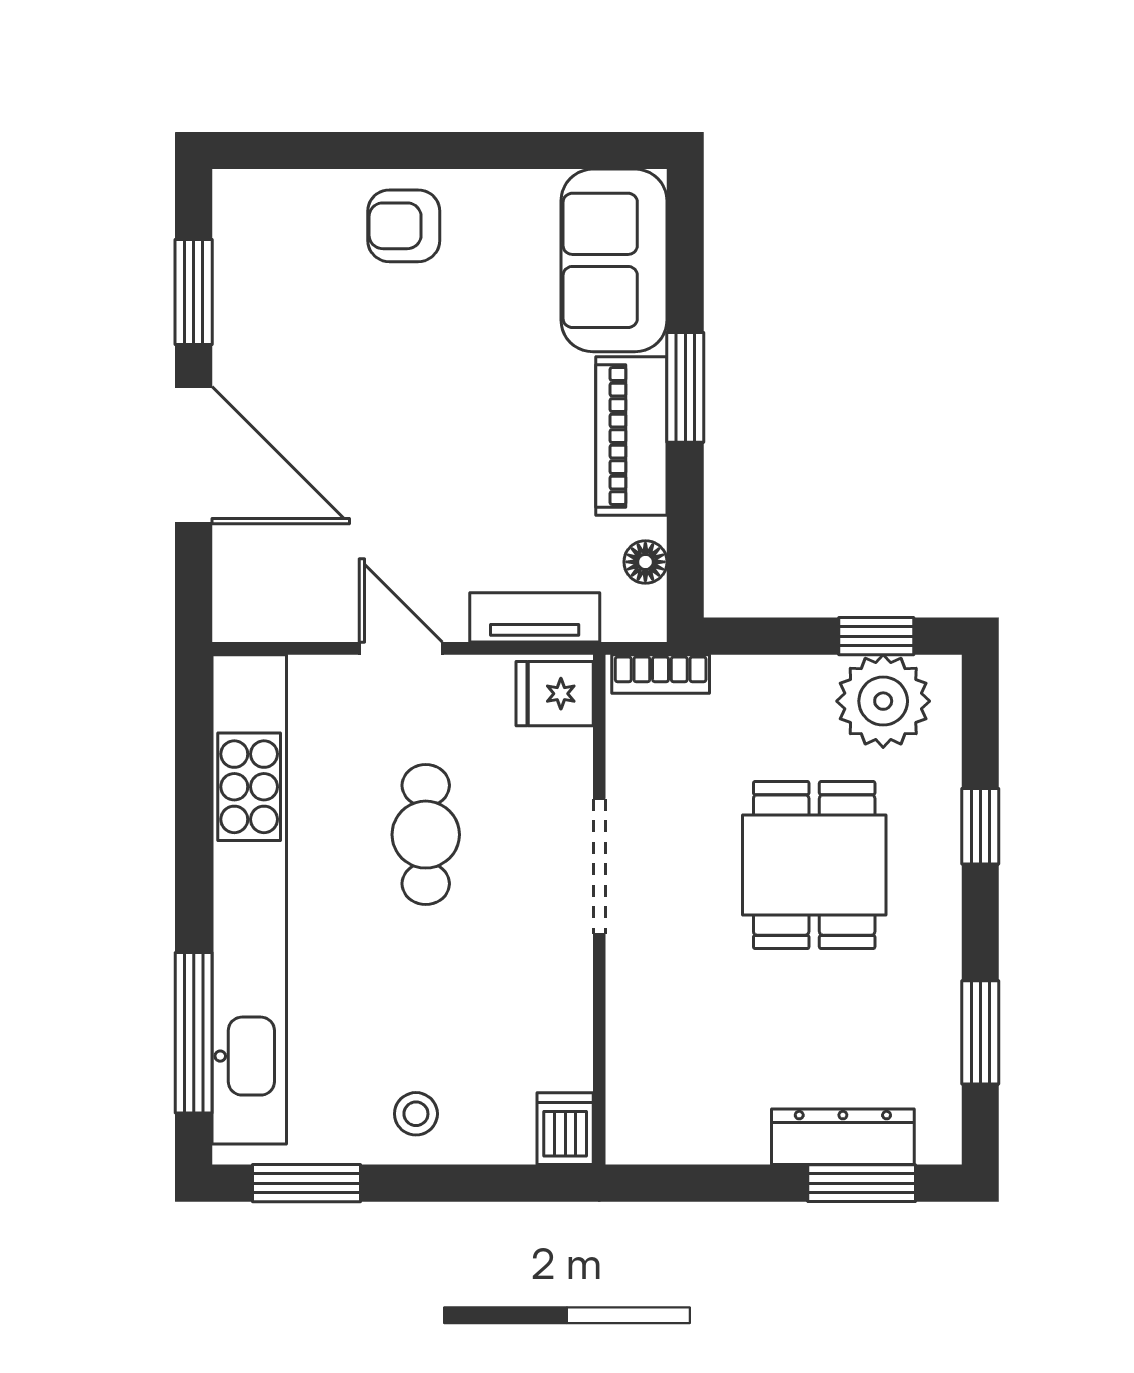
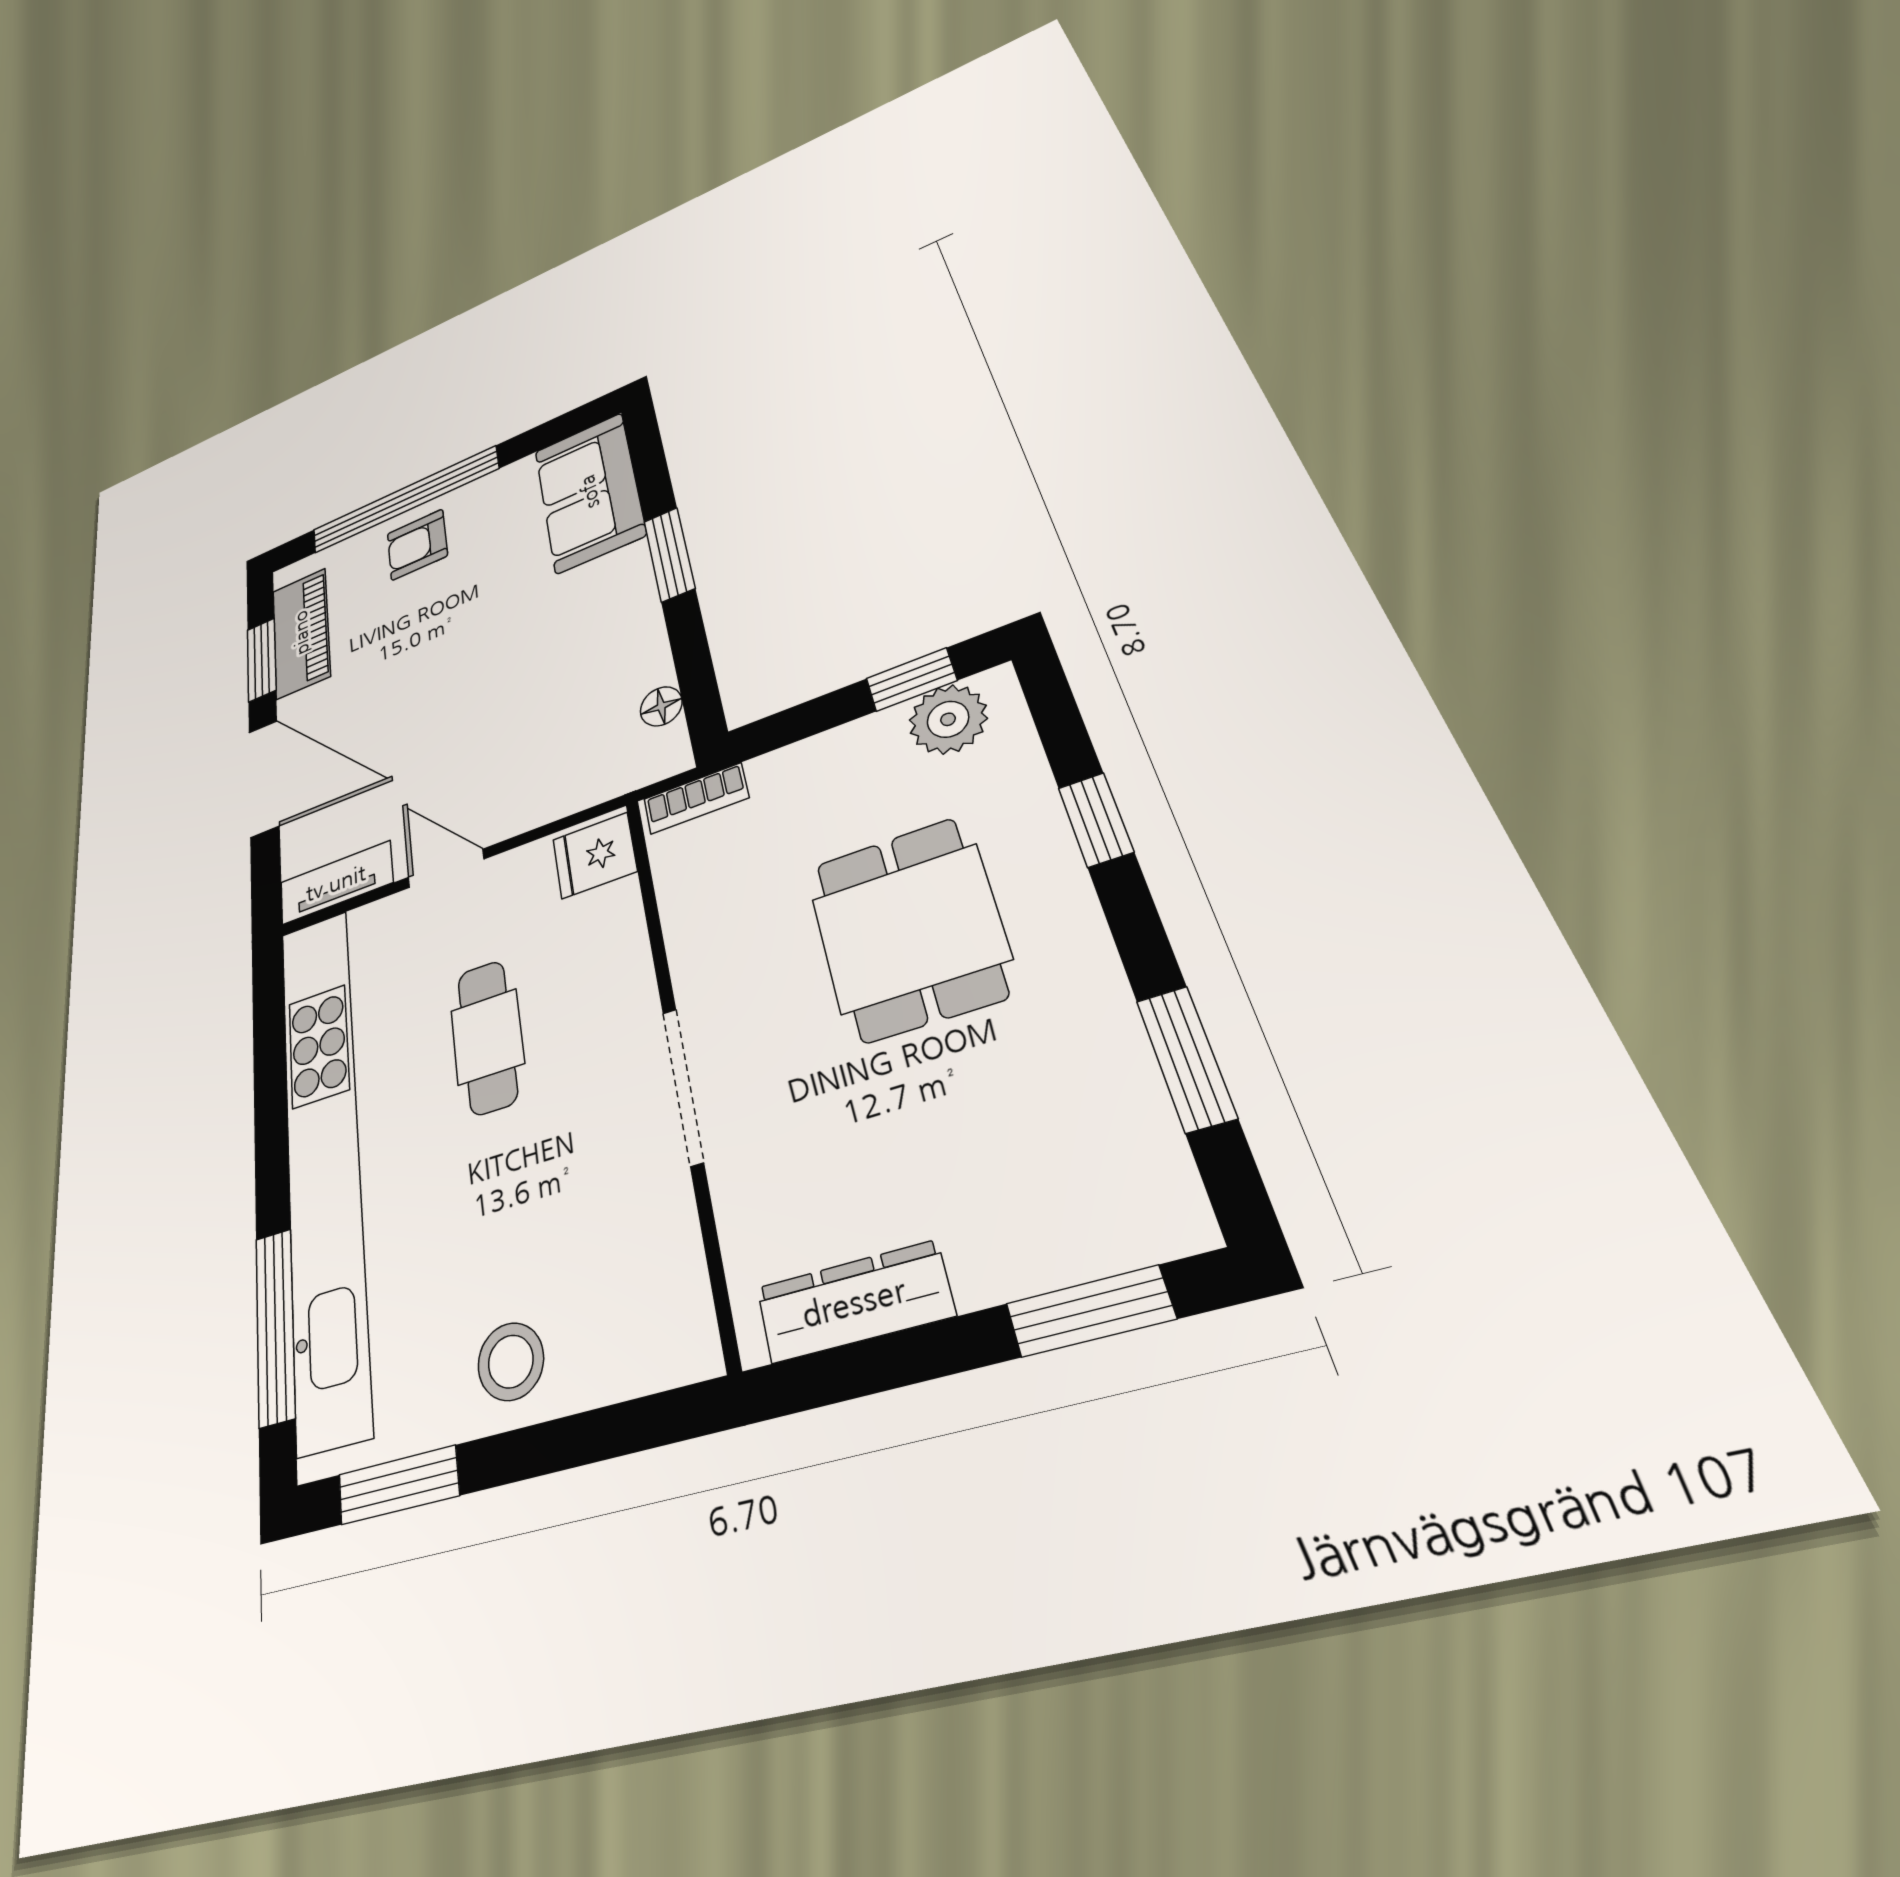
window: (393, 151) -> (404, 500), added
piano: (631, 436) -> (301, 633), moved, turned 180
tv unit: (535, 617) -> (336, 883), moved
plant: (883, 701) -> (948, 719), width x0.73, depth x0.73
doorway: (599, 866) -> (683, 1086), moved
stool: (416, 1114) -> (511, 1361), width x1.37, depth x1.37
dishwasher: (565, 1129) -> (685, 1335), removed
dresser: (843, 1137) -> (854, 1302), moved

